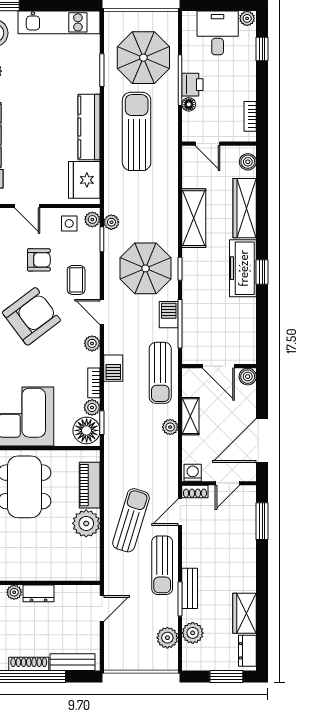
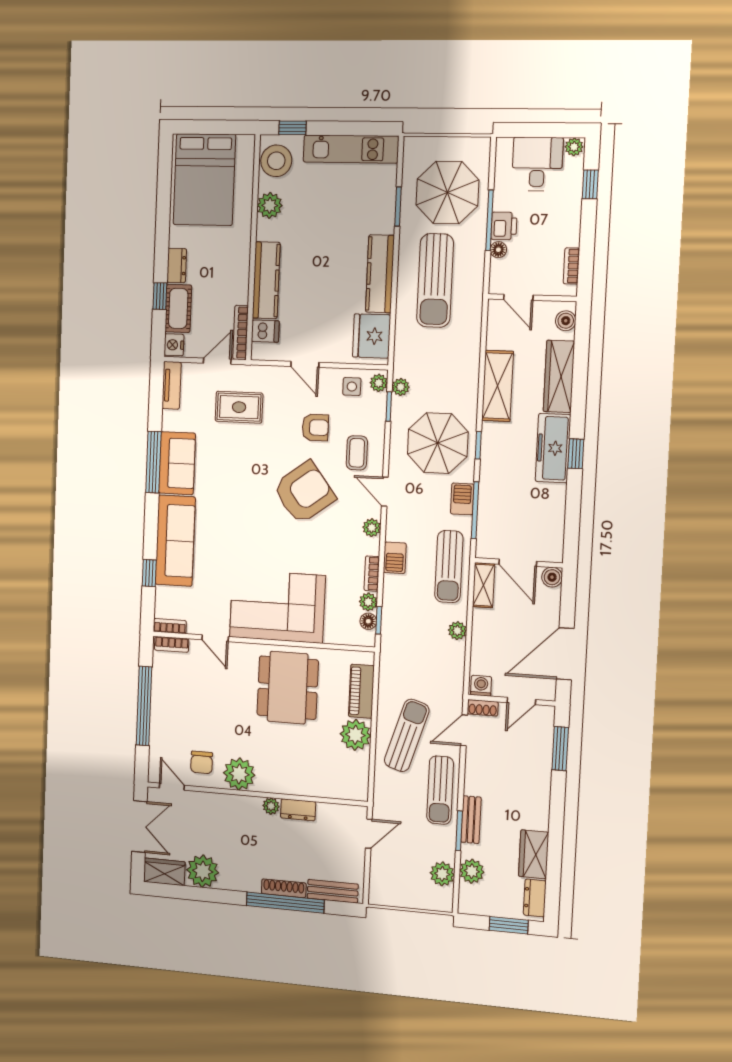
sun lounger: (137, 131) -> (435, 280), turned 180
shelving: (190, 416) -> (484, 585), moved
floor lamp: (87, 430) -> (368, 621), width x0.53, depth x0.53

